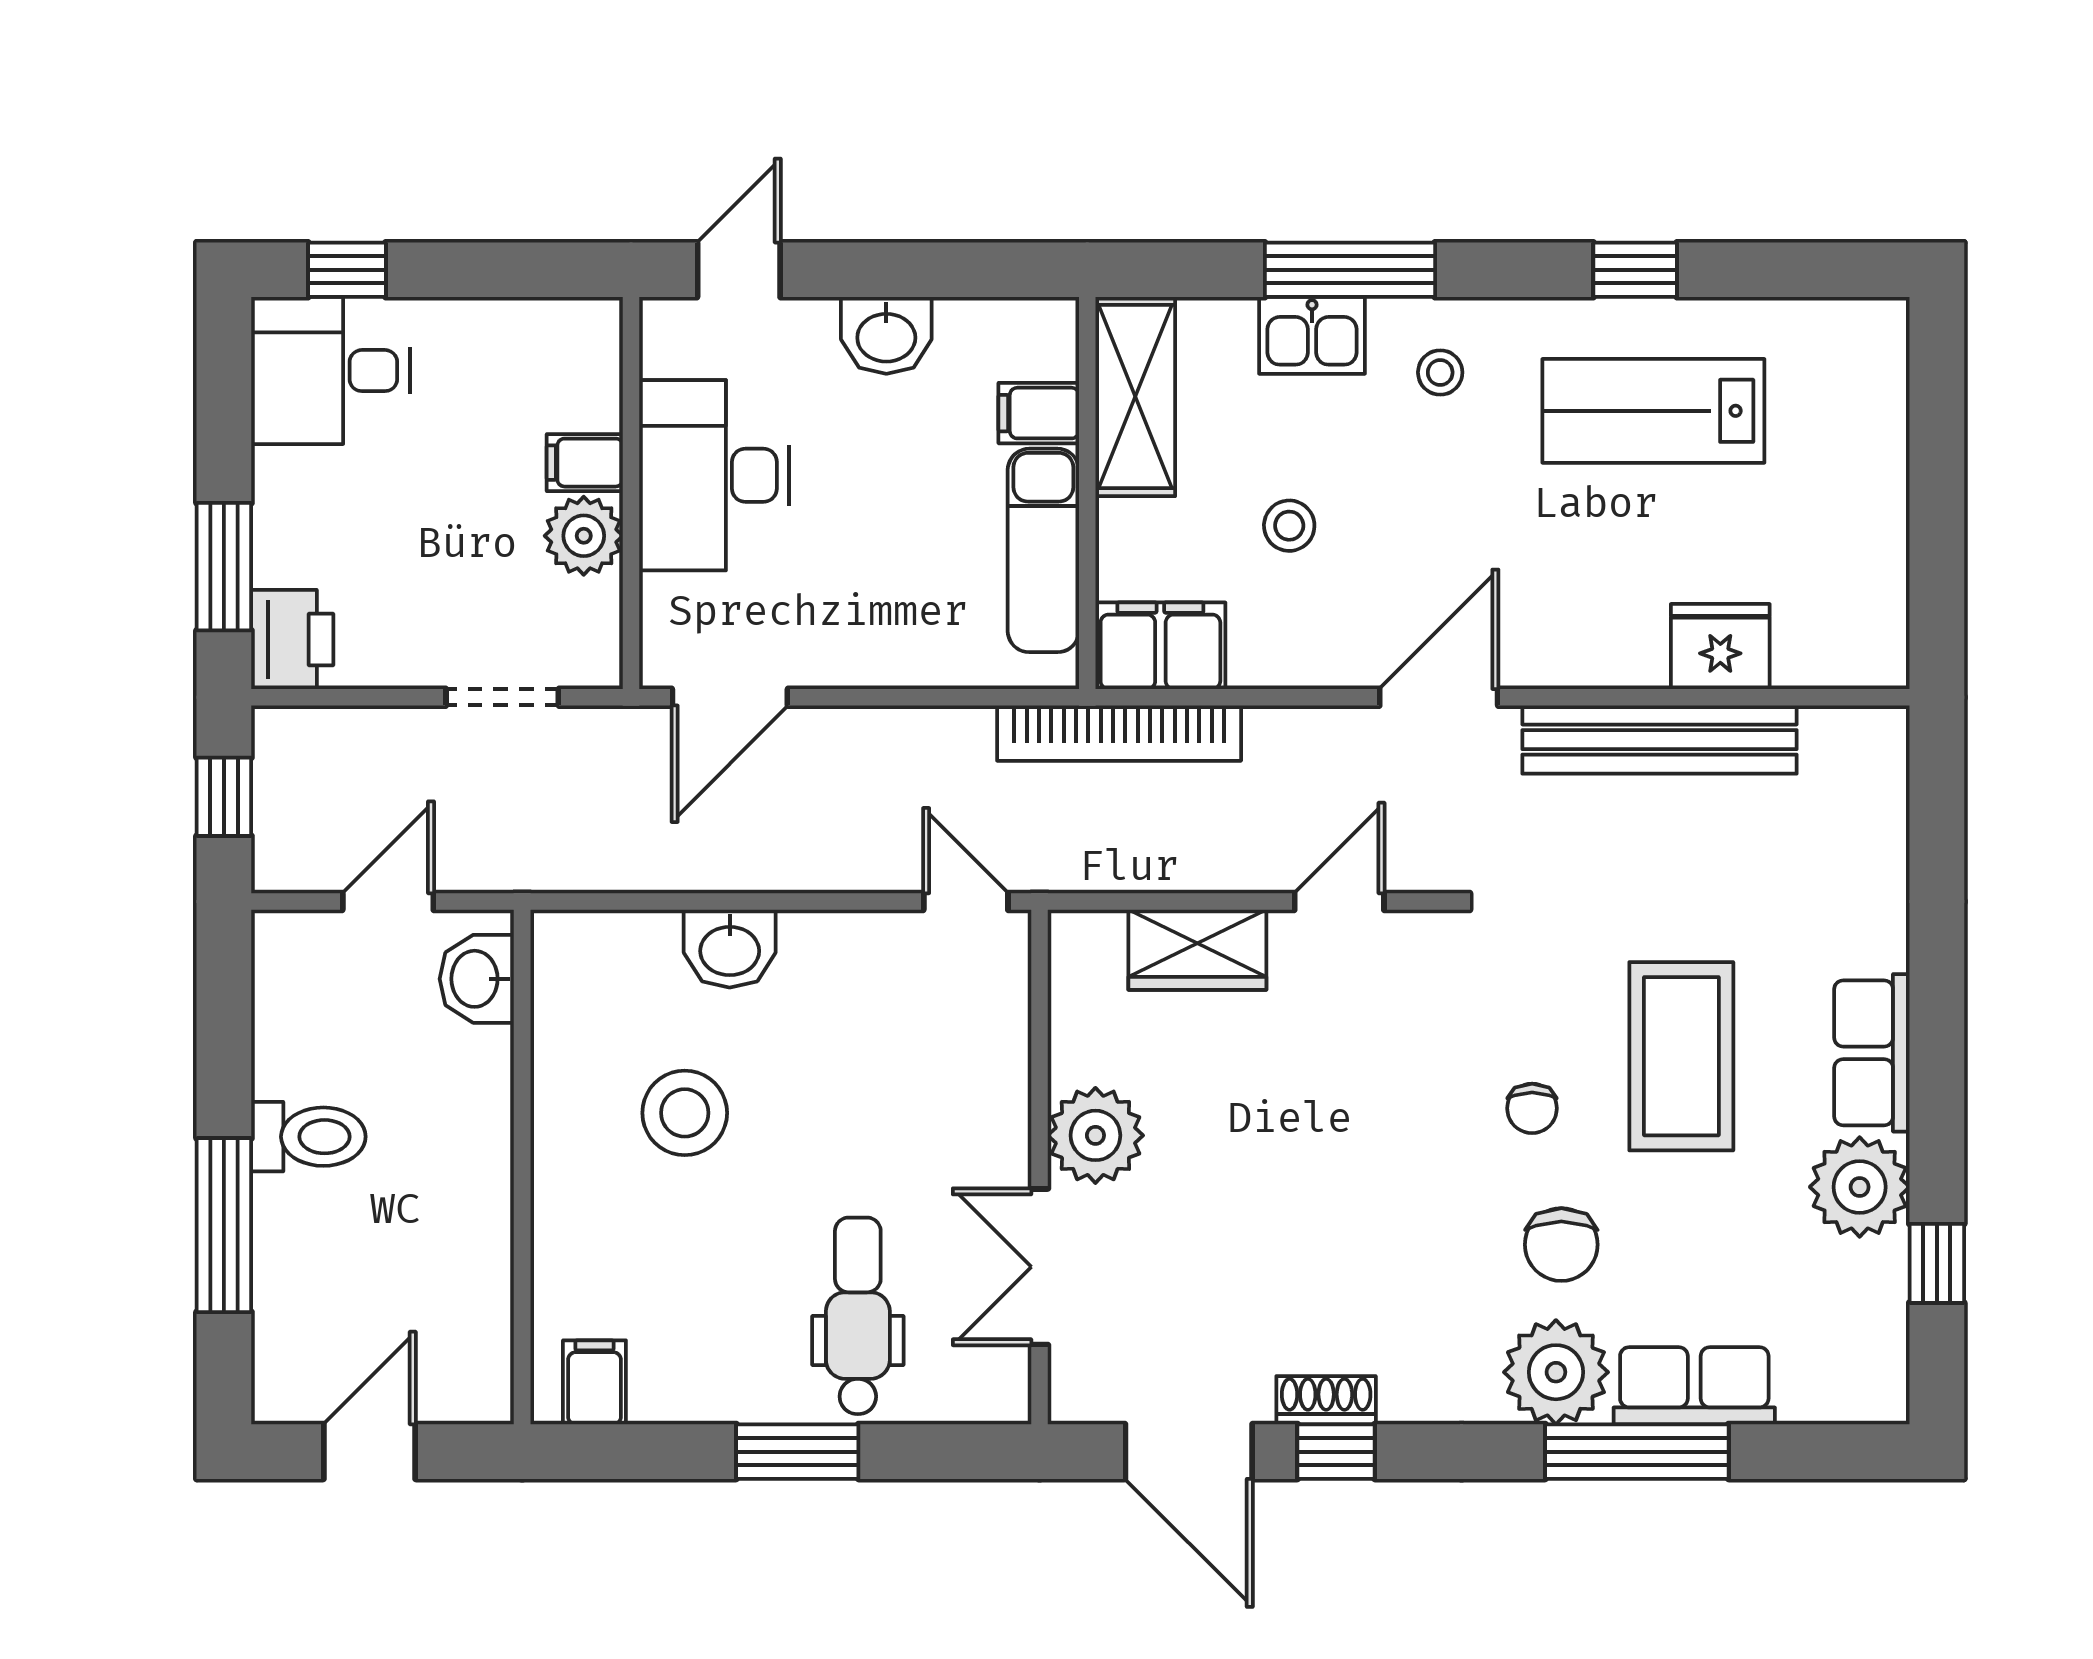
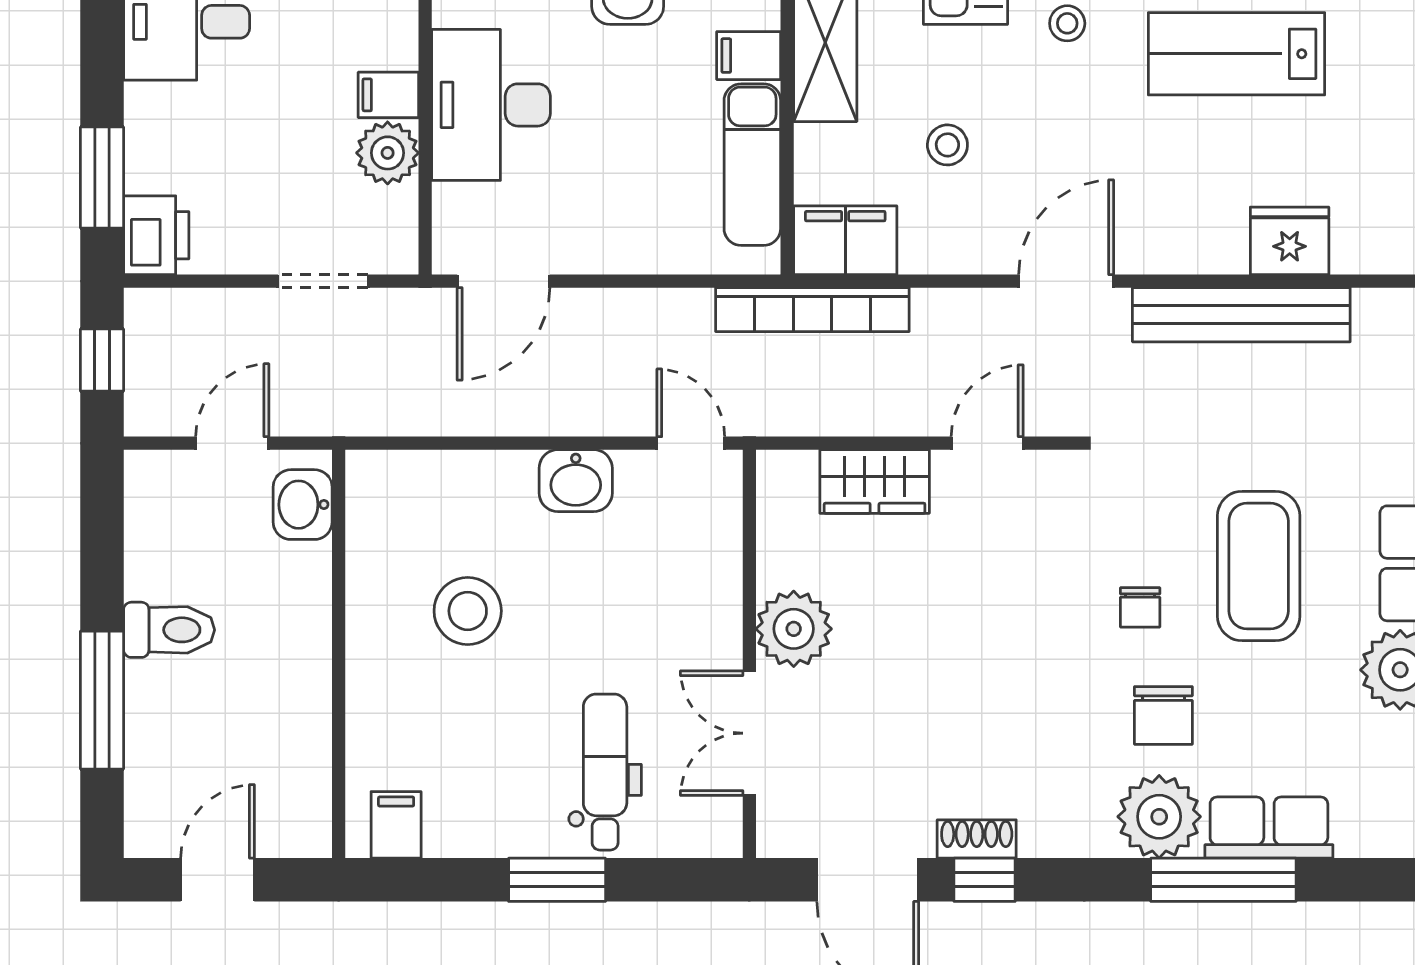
washbasin: (730, 949) -> (576, 481), moved

